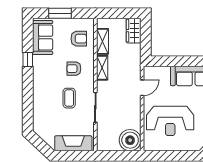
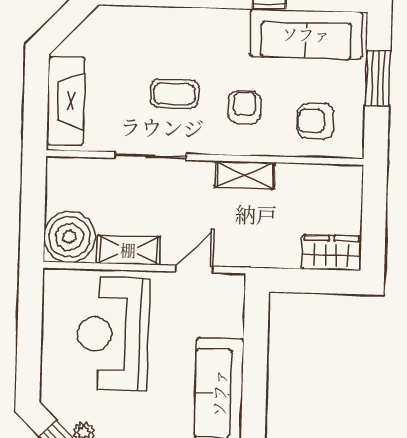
sofa: (43, 37) -> (306, 34), width x1.36
armchair: (79, 39) -> (316, 121), turned 90
shelving: (102, 41) -> (128, 250), moved
door: (142, 88) -> (194, 269), swing flipped

